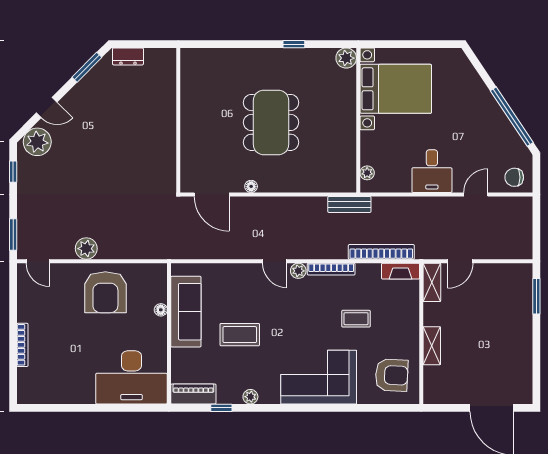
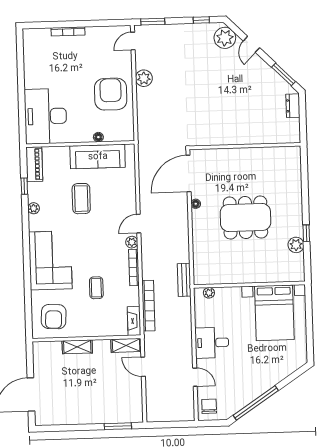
plant: (346, 58) -> (296, 245), moved
door: (212, 194) -> (189, 174), width x1.36
armchair: (105, 292) -> (111, 94), turned 90

